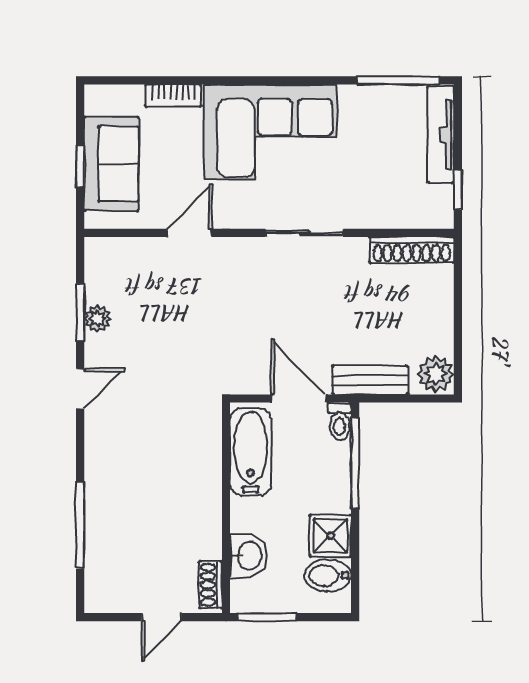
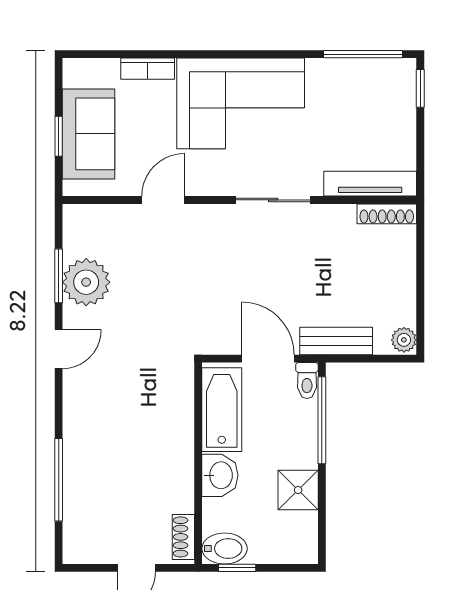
tv unit: (441, 135) -> (370, 184), moved, turned 90
window: (458, 190) -> (420, 88), moved
shoe rack: (412, 250) -> (387, 214), width x0.74, depth x0.81
plant: (97, 319) -> (86, 282), width x1.87, depth x1.87
plant: (436, 374) -> (404, 340), width x0.73, depth x0.73
washbasin: (249, 556) -> (220, 475), moved
bidet: (328, 576) -> (225, 549), moved, turned 180
window: (267, 617) -> (237, 568), width x0.67

